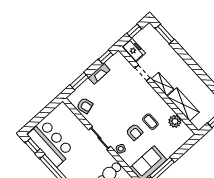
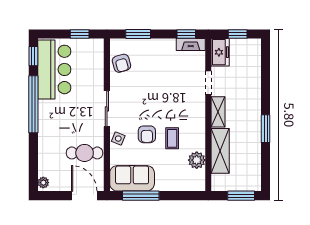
window: (165, 34) -> (266, 129), moved
fireplace: (99, 74) -> (191, 45), moved
window: (47, 110) -> (80, 34), added

